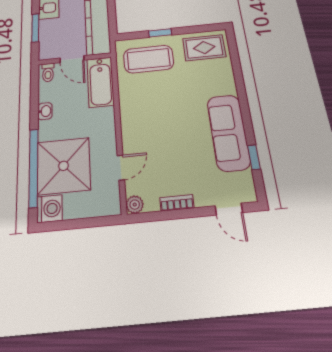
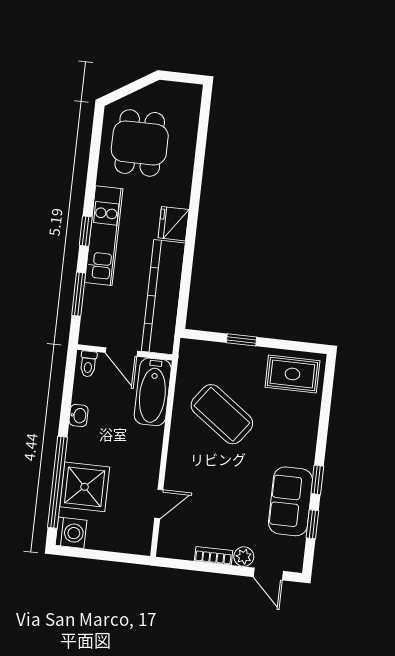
coffee table: (149, 59) -> (222, 414), moved, turned 36
window: (247, 120) -> (317, 480), added
sofa: (228, 132) -> (291, 501), width x0.73
shower: (63, 166) -> (85, 487), width x0.73, depth x0.73
plant: (135, 205) -> (244, 557), moved

